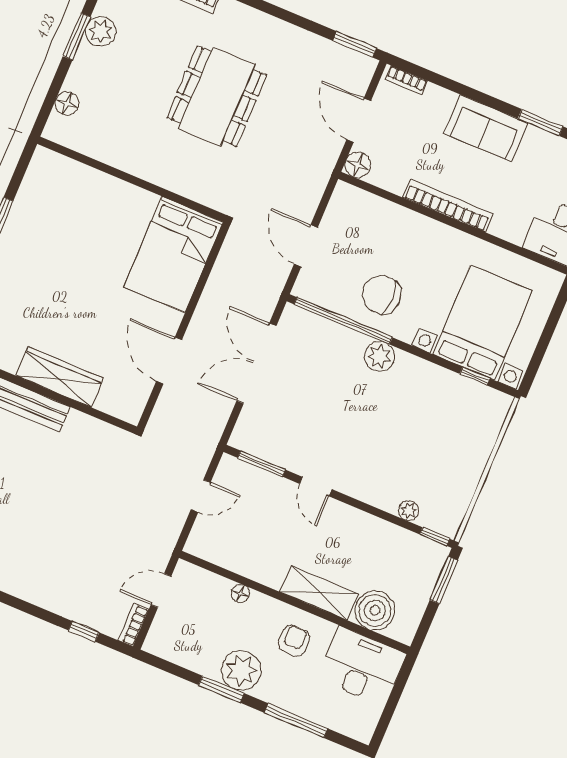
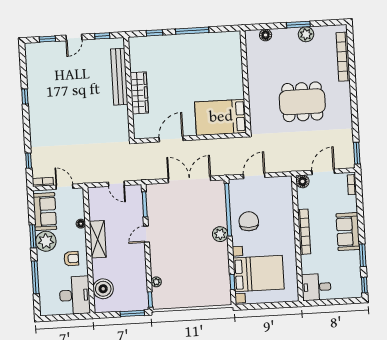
shelving: (319, 593) -> (98, 239), moved
sofa: (188, 647) -> (45, 212), added

